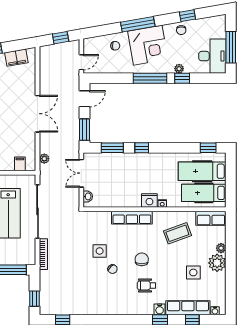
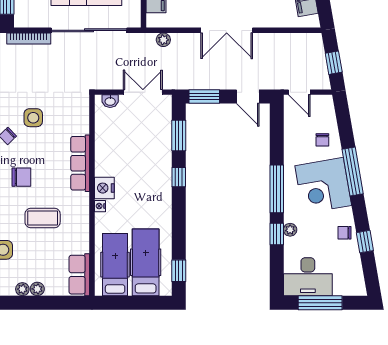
coffee table: (177, 233) -> (43, 218), moved, turned -70
plant: (217, 263) -> (22, 289), width x0.53, depth x0.53

